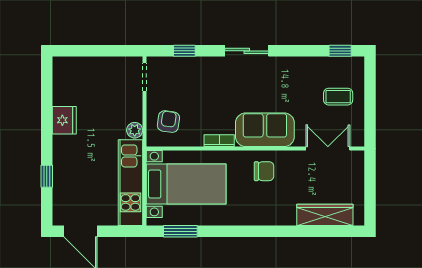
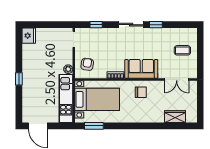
window: (340, 51) -> (156, 25), moved
fridge: (64, 120) -> (29, 36), moved
double door: (328, 149) -> (177, 79), swing flipped
window: (47, 176) -> (19, 79), moved
wardrobe: (325, 215) -> (175, 117), width x0.67

